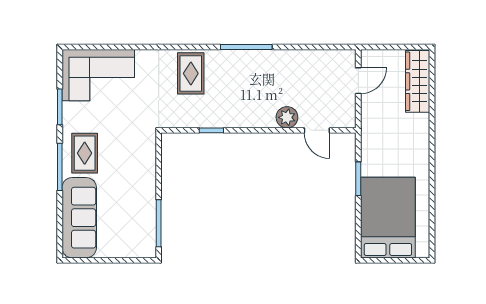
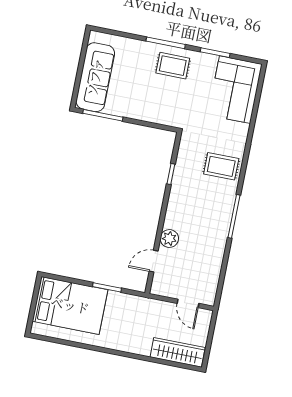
sofa: (79, 218) -> (95, 77), moved, turned -90

